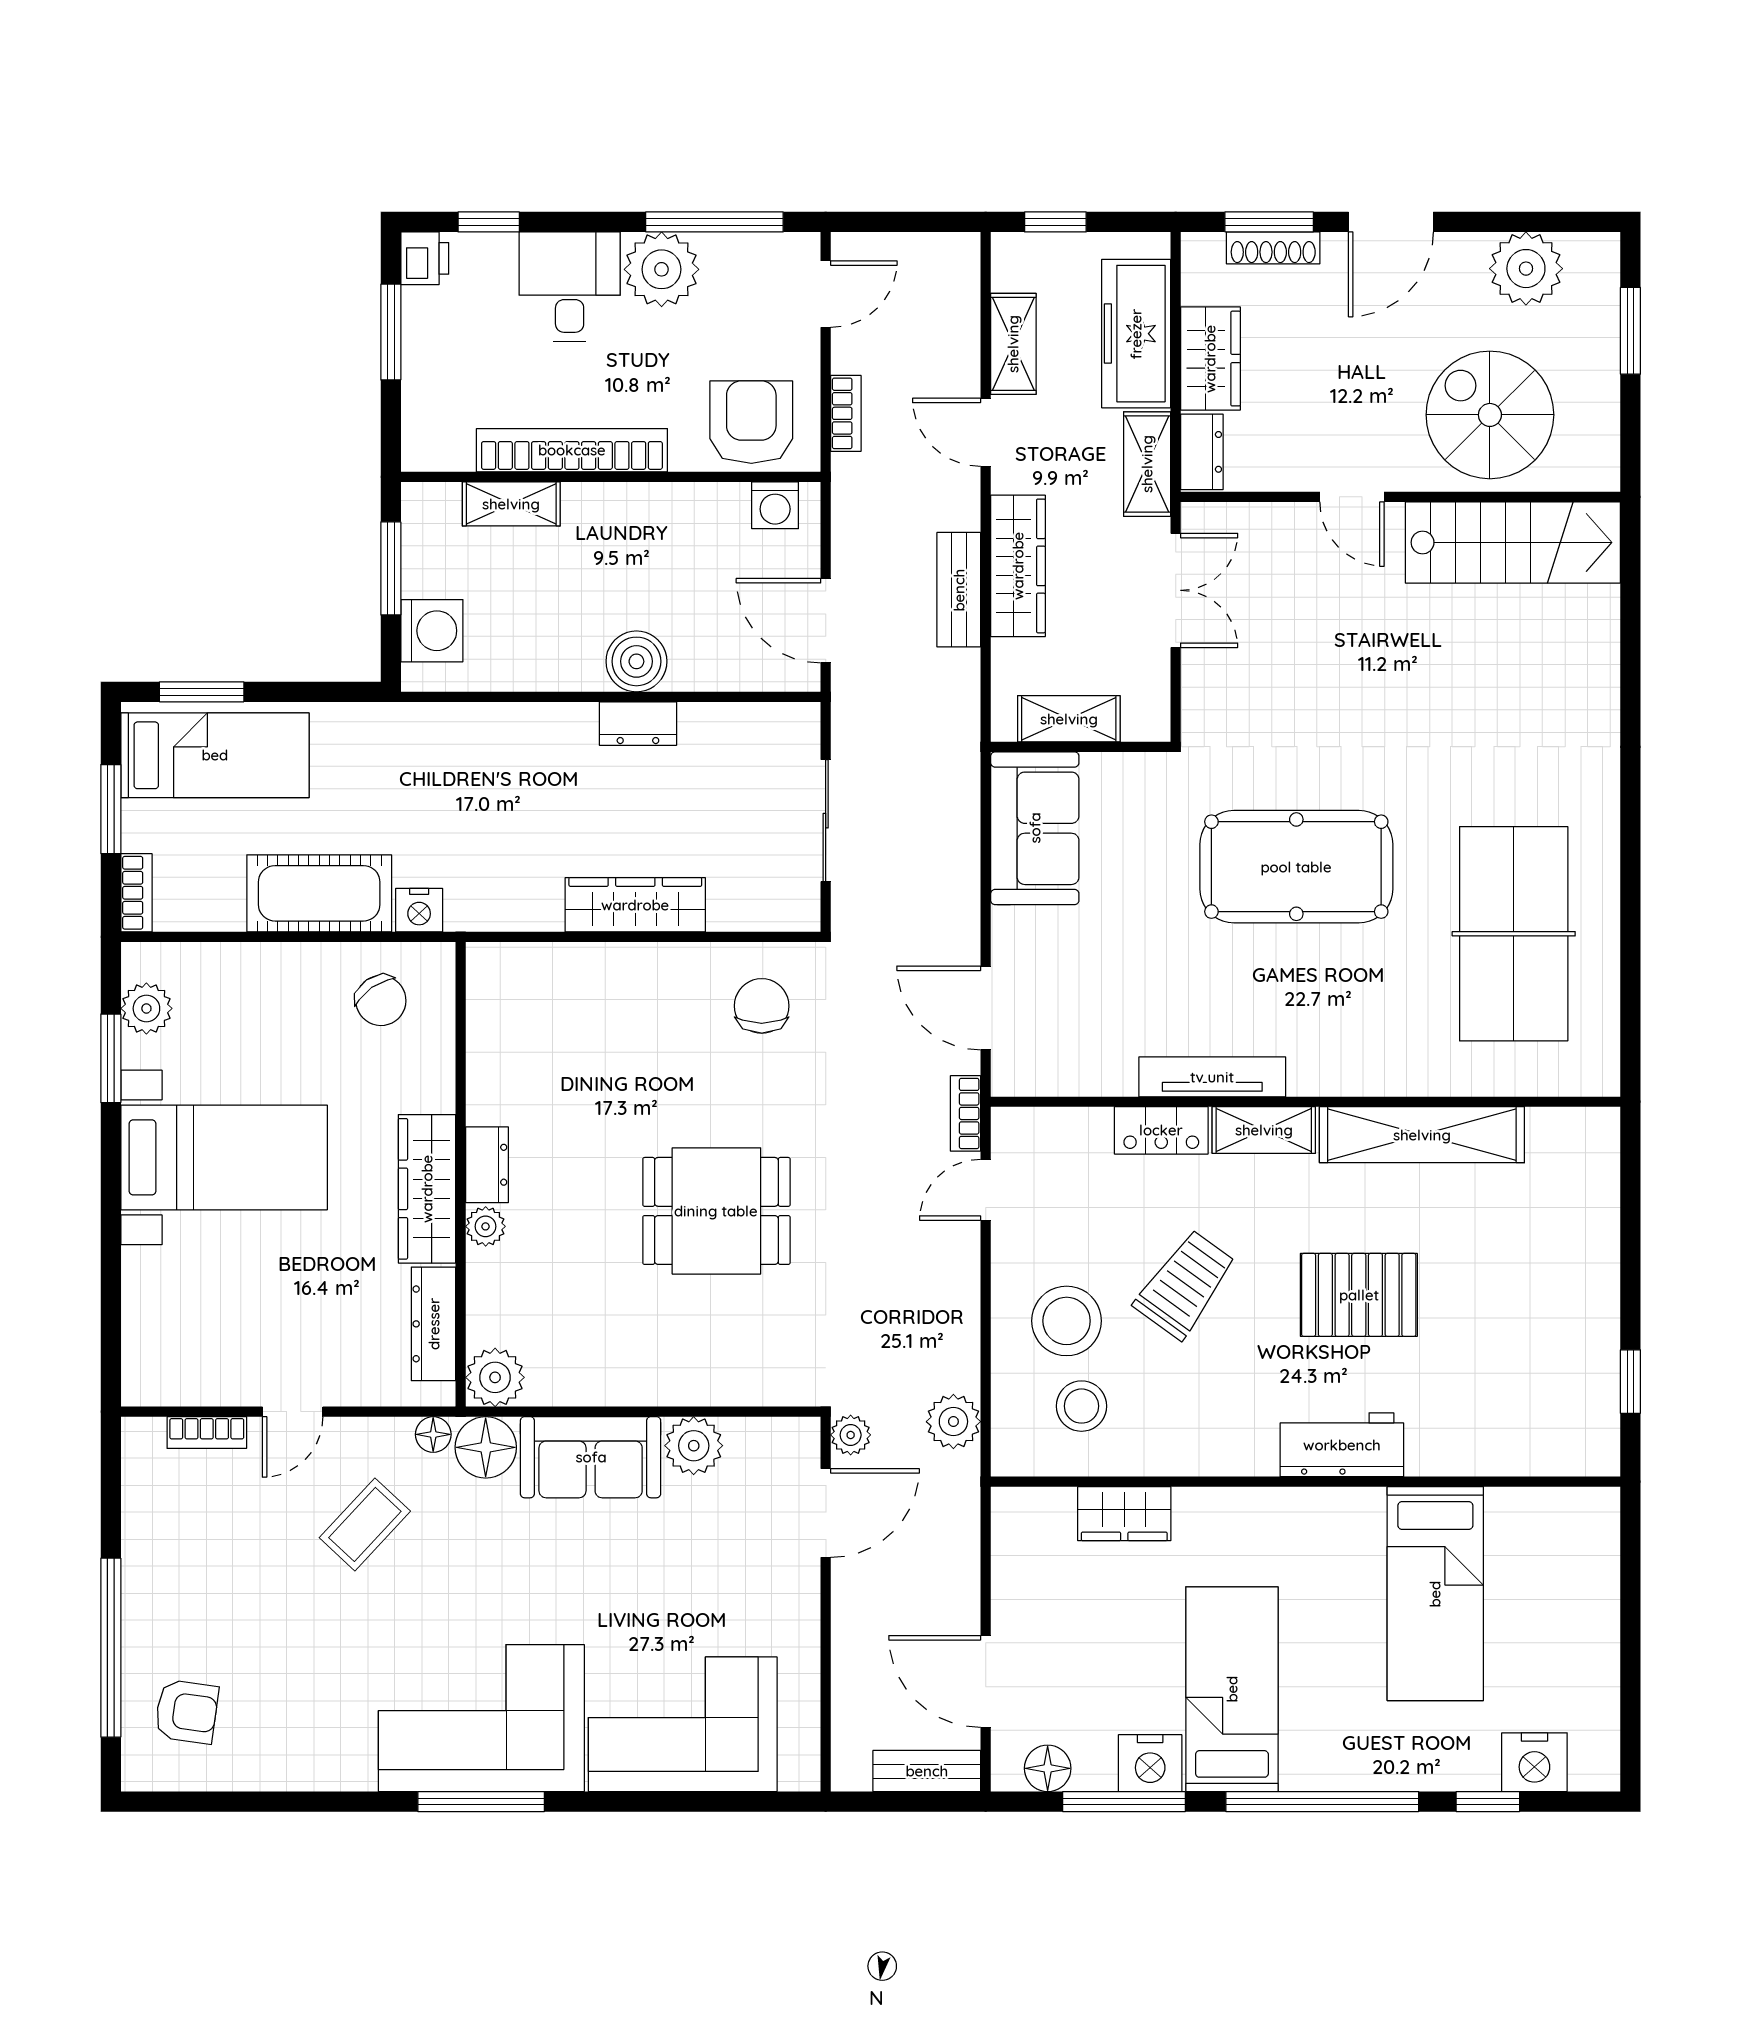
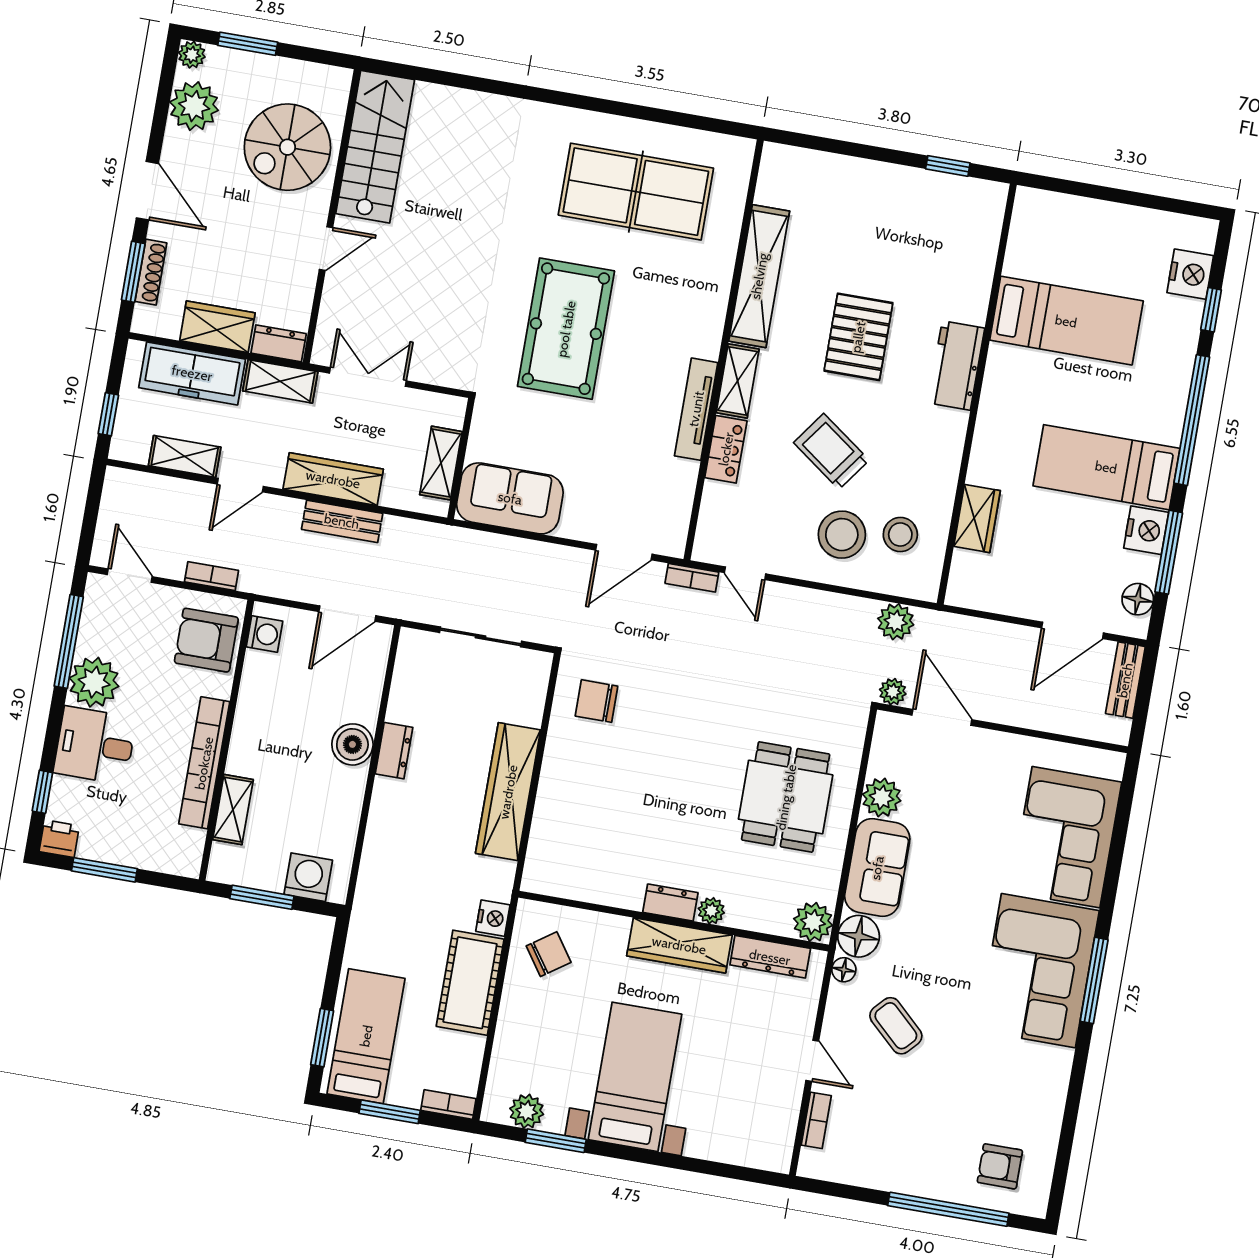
plant: (1600, 252) -> (192, 55), added
wardrobe: (635, 905) -> (508, 792), width x1.40, depth x1.17
dining table: (716, 1211) -> (786, 797), moved
armchair: (187, 1712) -> (1000, 1166), turned -98

